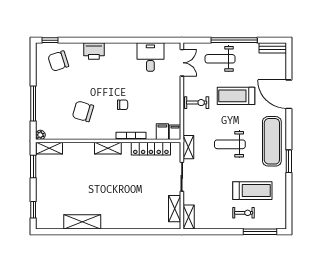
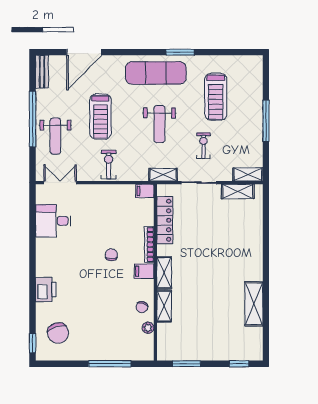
door: (289, 94) -> (84, 52), moved
chair: (83, 111) -> (142, 307), moved, width x0.54, depth x0.54
filing cabinet: (162, 132) -> (144, 271), moved
plant: (40, 135) -> (148, 328), moved
shelving: (49, 148) -> (164, 306), moved
treadmill: (252, 191) -> (216, 97), turned 180
exercise bike: (244, 213) -> (203, 146), moved
window: (260, 232) -> (266, 121), moved

